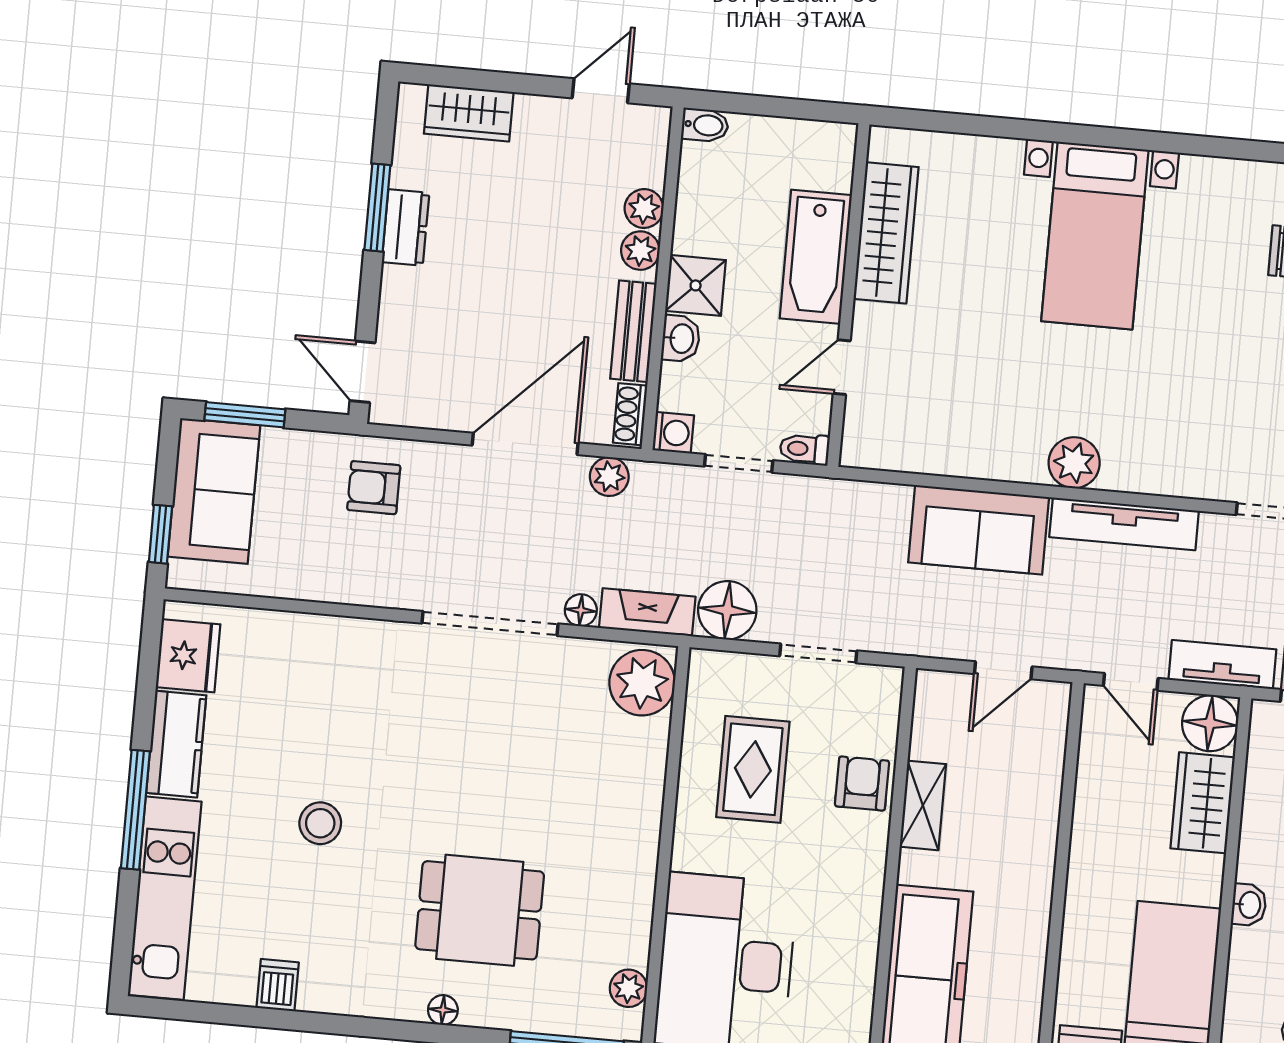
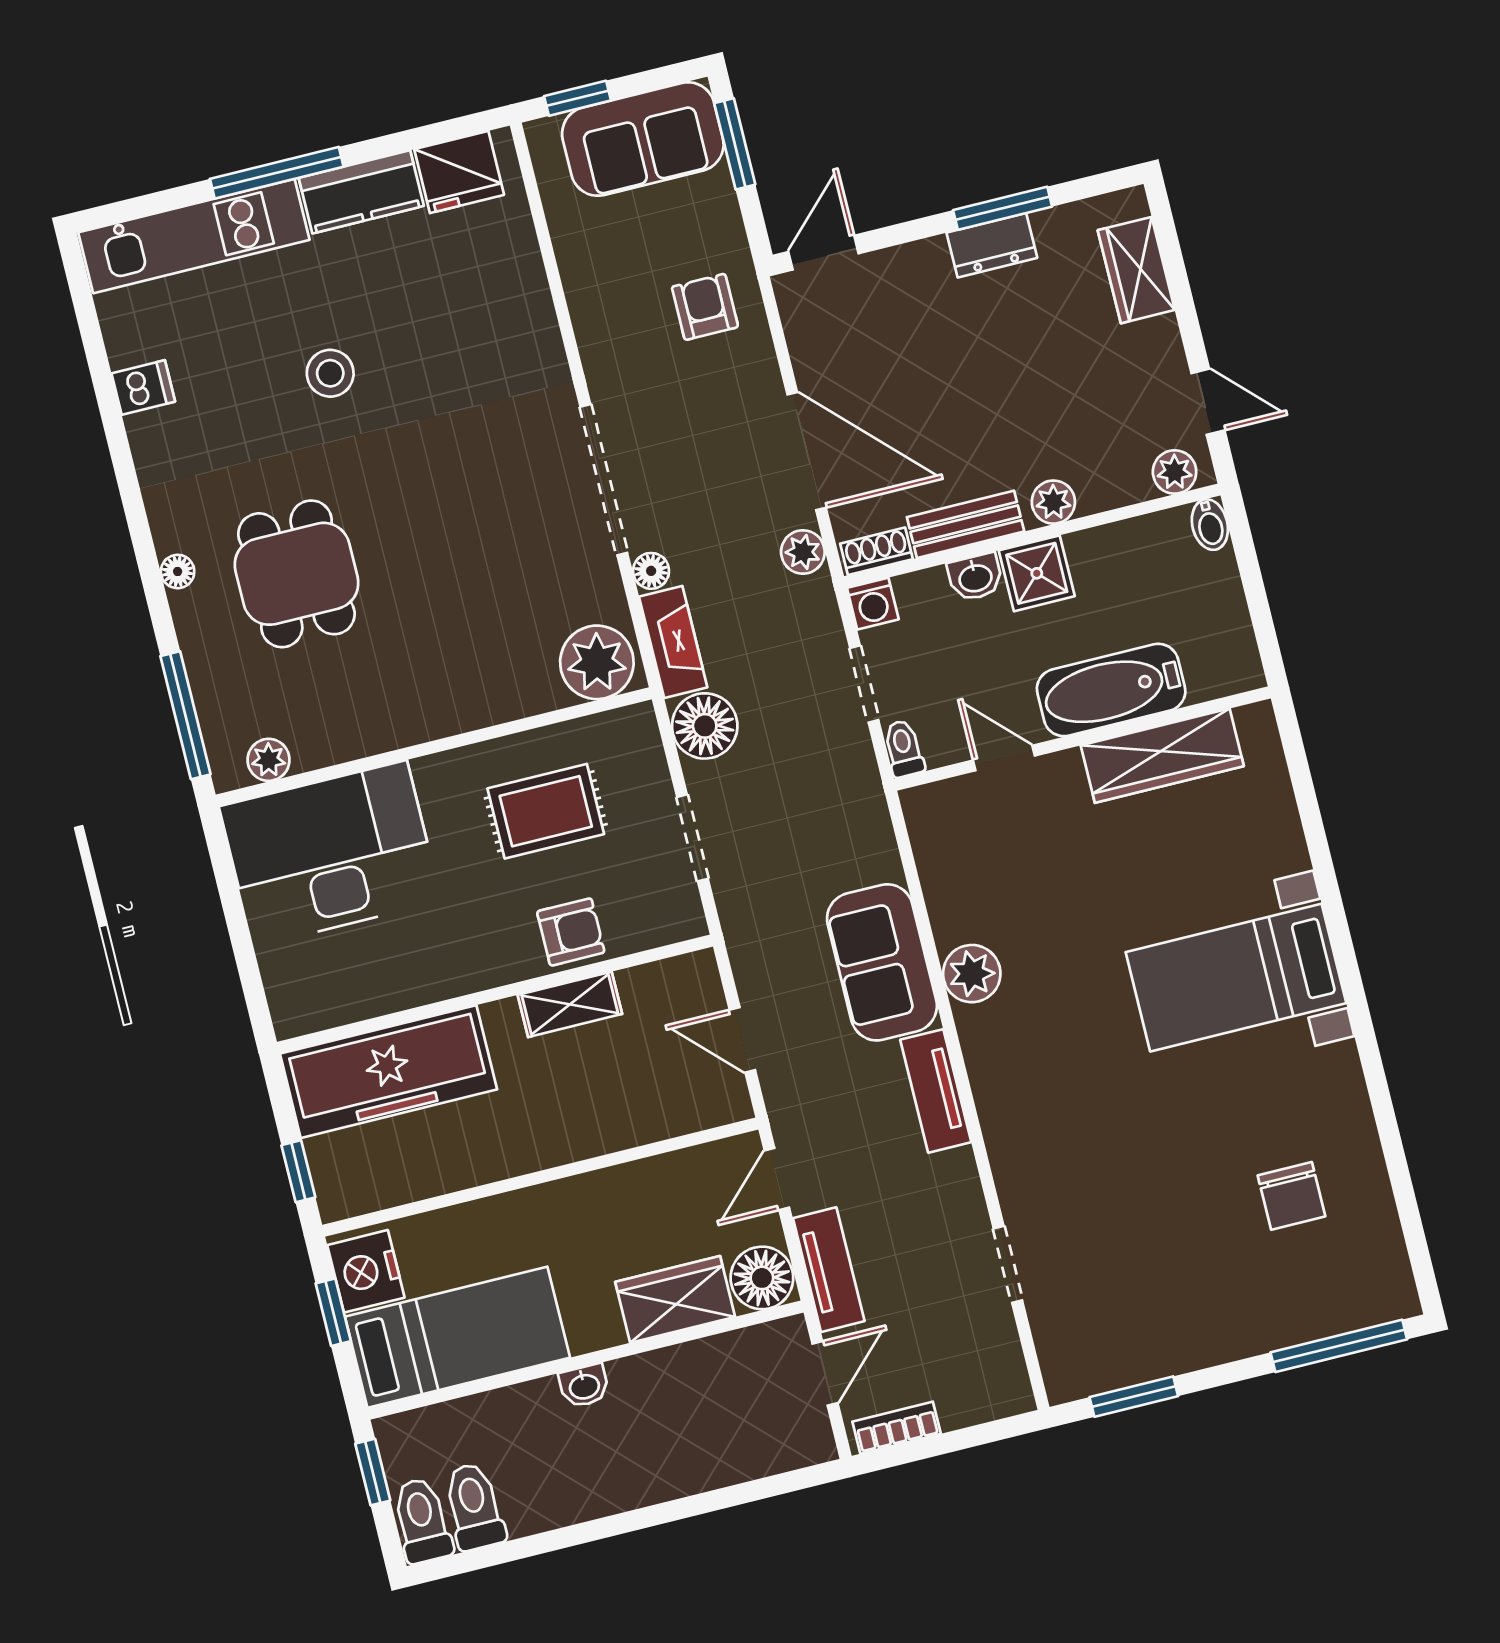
plant: (644, 208) -> (1175, 472), moved
plant: (1074, 463) -> (972, 974), moved
tv unit: (1124, 524) -> (936, 1091), width x0.71

